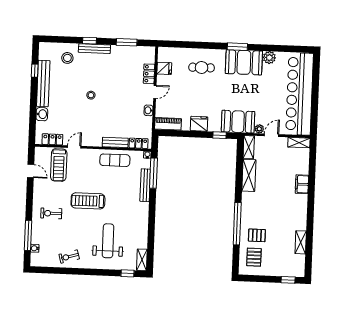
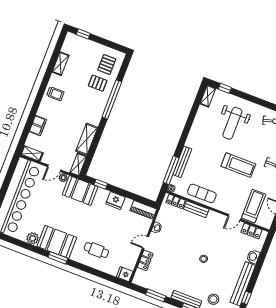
fridge: (164, 68) -> (125, 274), moved
filing cabinet: (302, 184) -> (38, 126), moved
trolley: (296, 210) -> (55, 94), added

